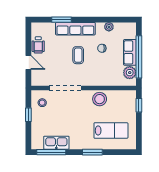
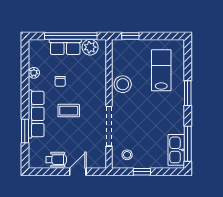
kitchen sink: (56, 143) -> (176, 150), moved

